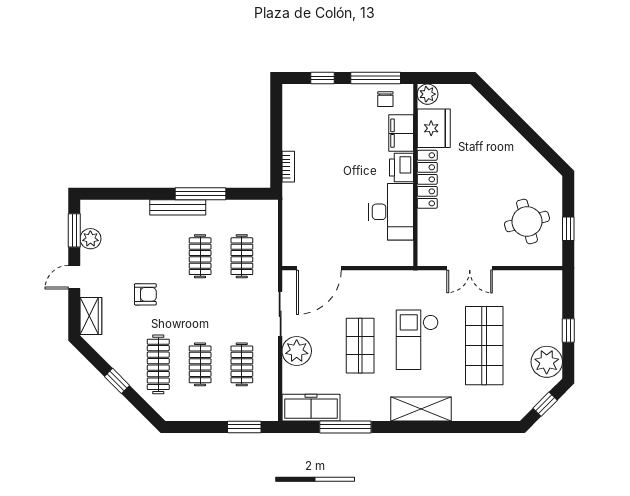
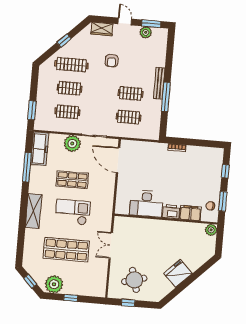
window: (376, 78) -> (223, 201), width x0.69
fridge: (434, 128) -> (178, 273), moved, turned 135
locker: (427, 179) -> (163, 226), removed

